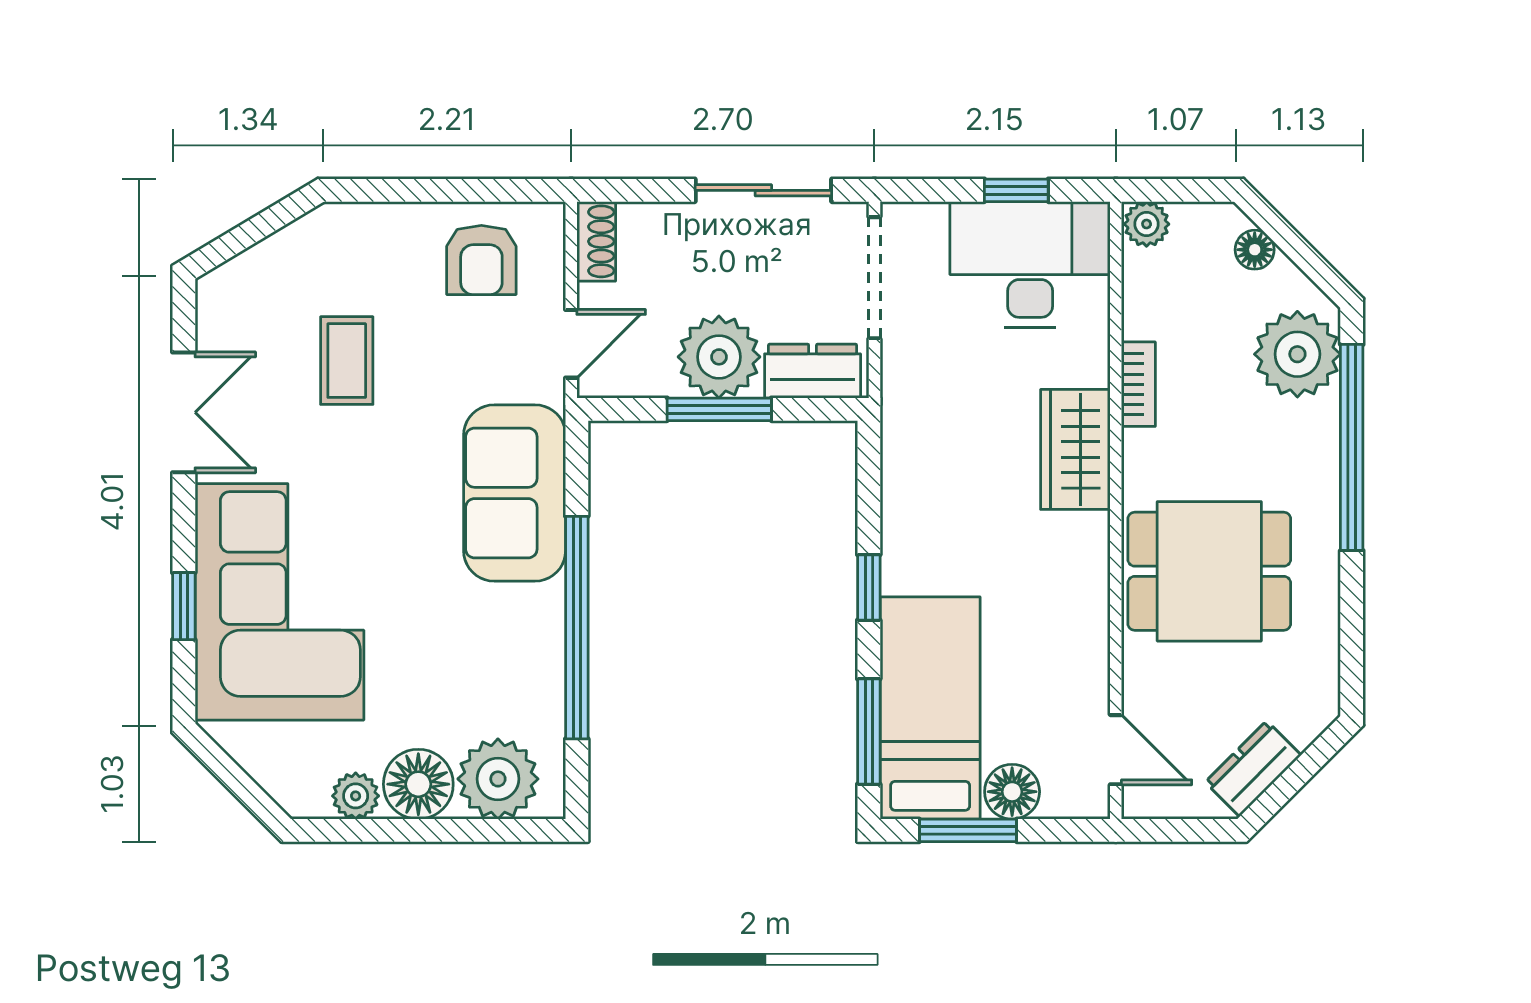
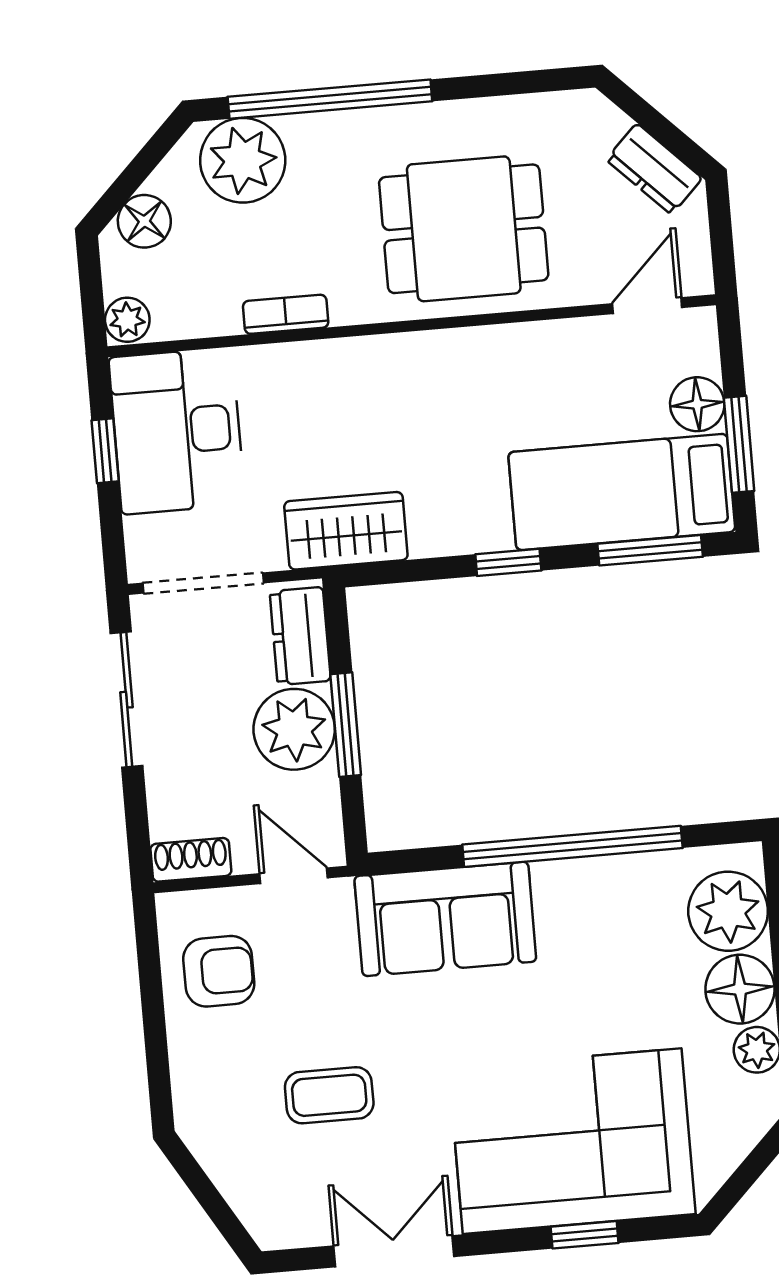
floor lamp: (1255, 250) -> (144, 221), width x1.37, depth x1.37
wardrobe: (1075, 449) -> (346, 531), moved, turned 180
dining table: (1209, 571) -> (464, 229), turned 90

